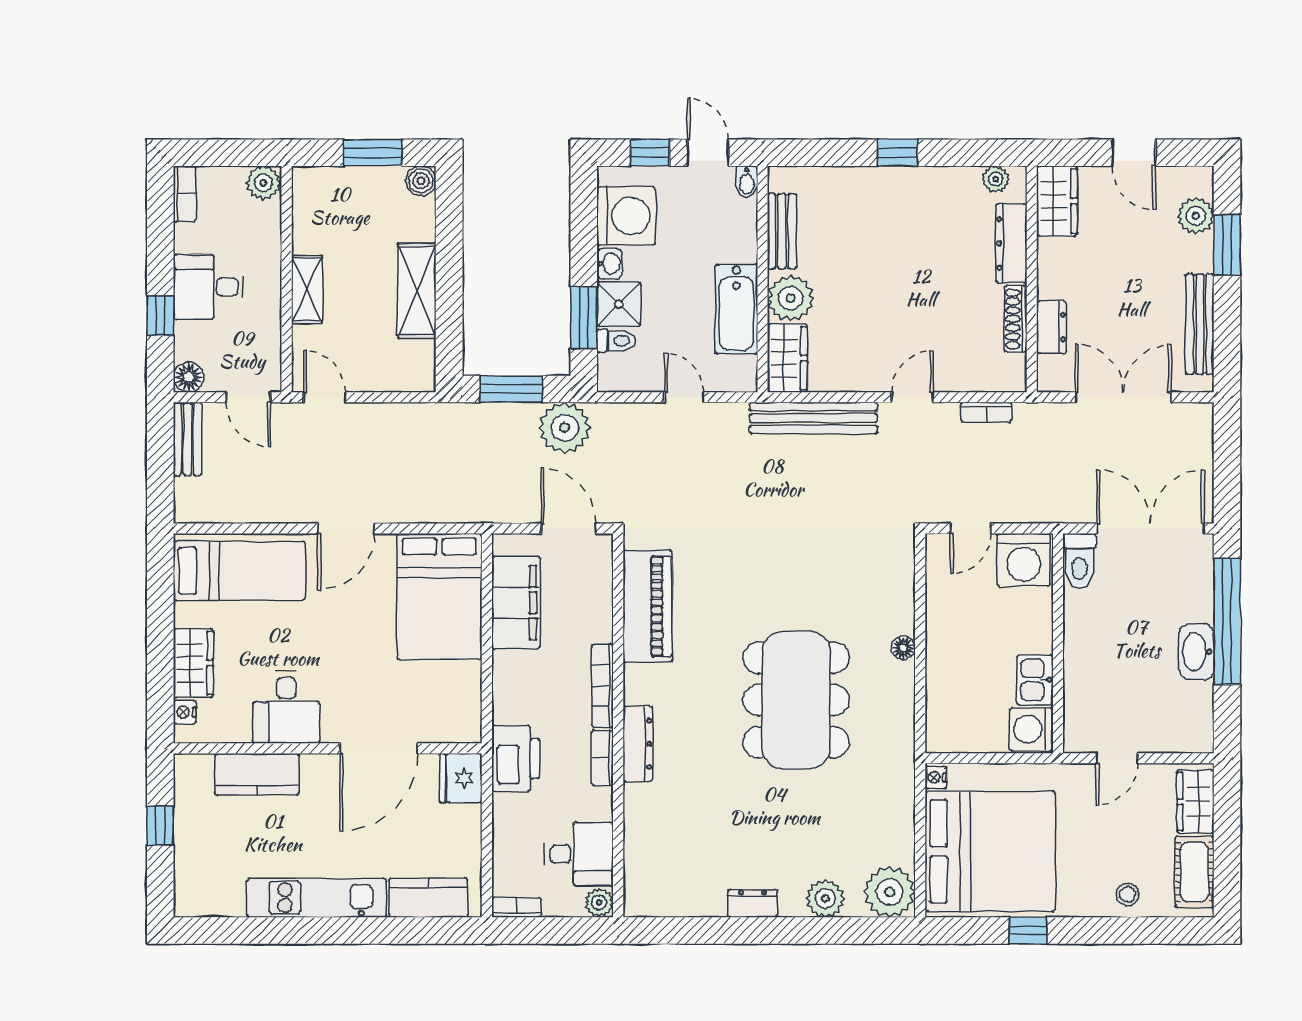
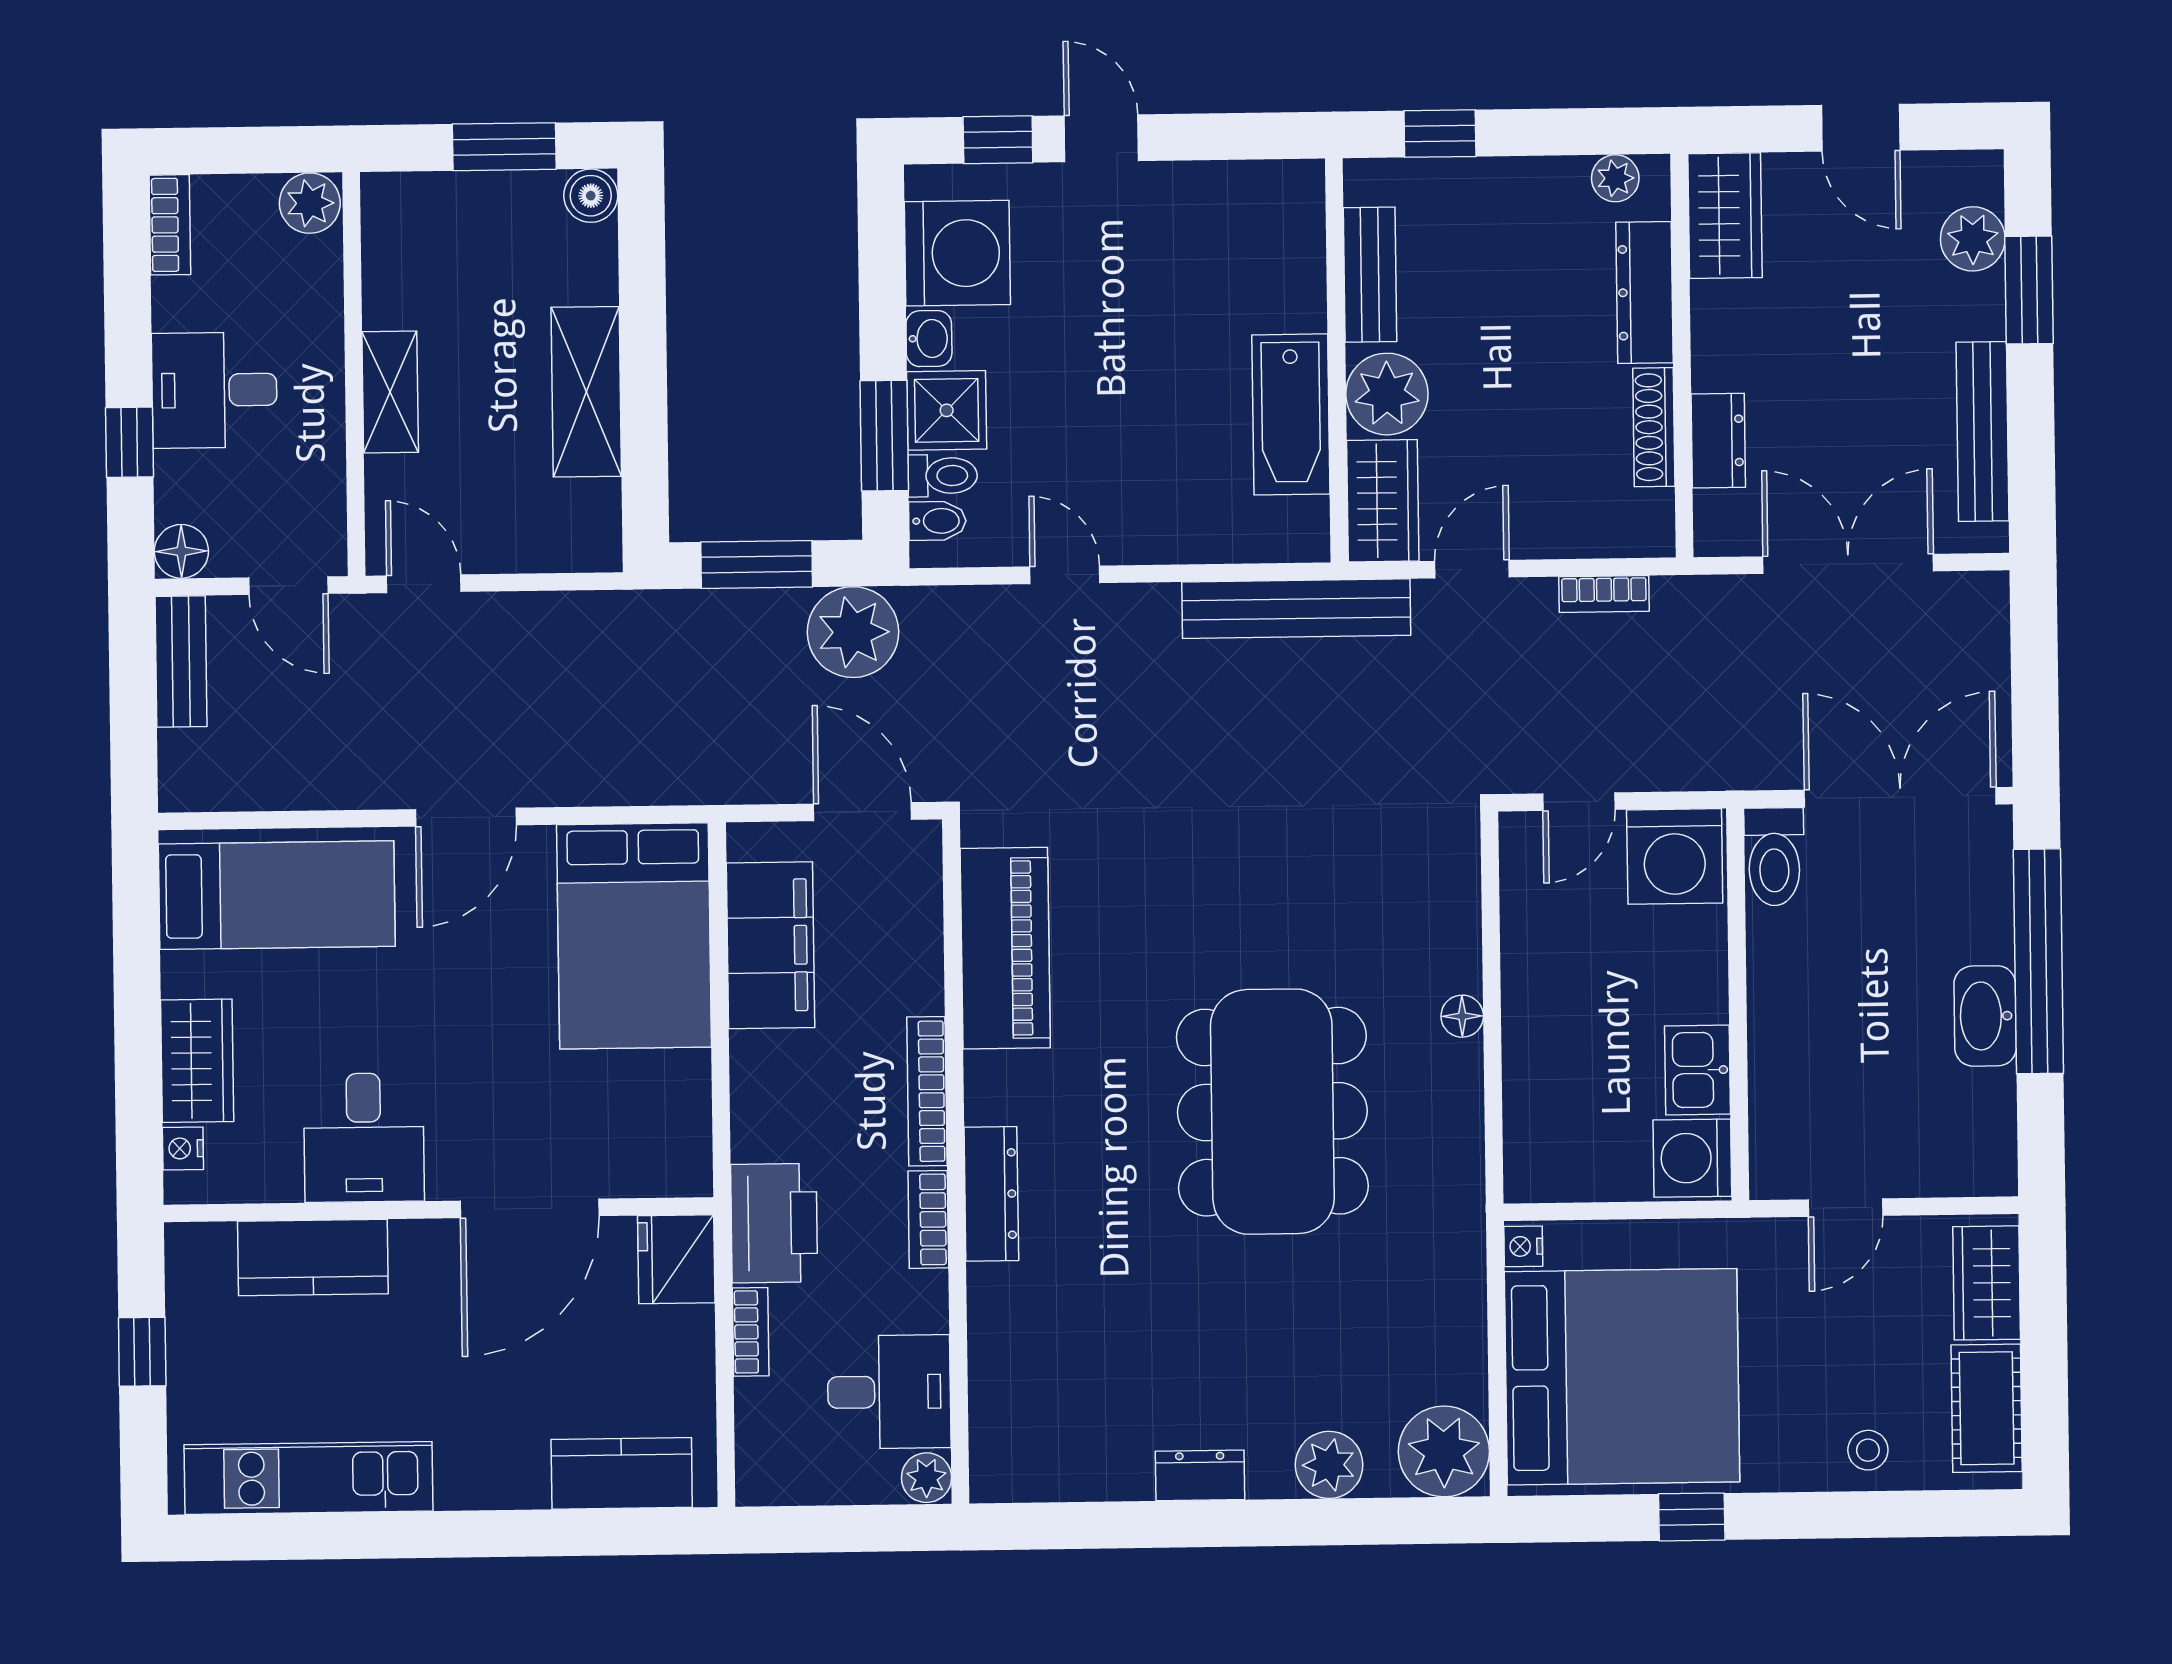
bidet: (747, 182) -> (937, 521), moved, turned -90
bench: (782, 231) -> (1370, 275), moved
wall: (763, 279) -> (1337, 360), moved
plant: (790, 298) -> (1387, 394), moved
bathtub: (736, 309) -> (1291, 414), moved
wardrobe: (787, 358) -> (1383, 501), moved
kitchen unit: (317, 898) -> (308, 1478), moved
bookcase: (517, 907) -> (751, 1332), moved, turned 90

